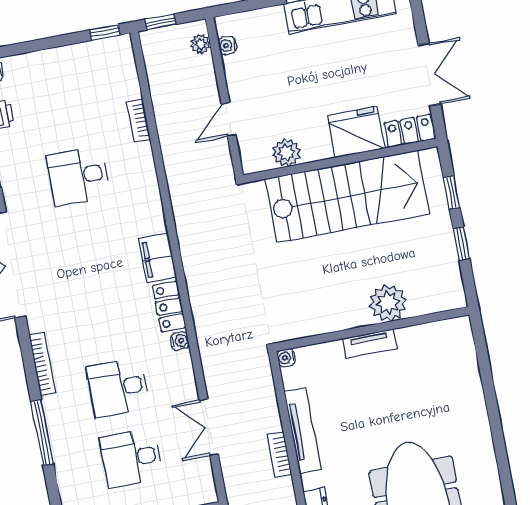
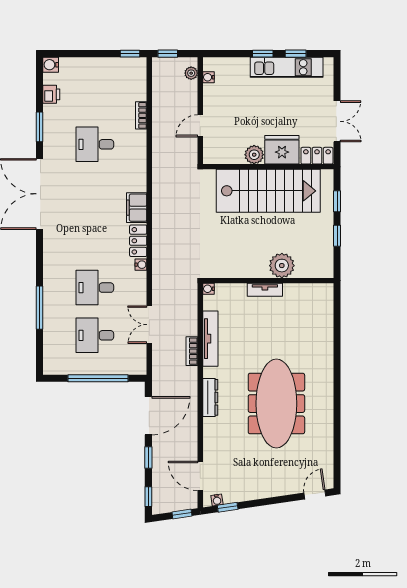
plant: (286, 153) -> (254, 155), moved
bookcase: (42, 364) -> (48, 263), removed

